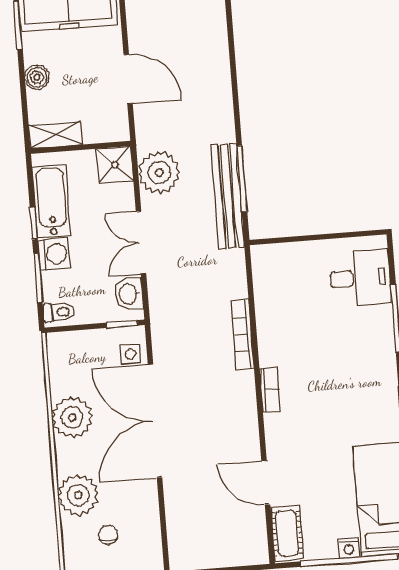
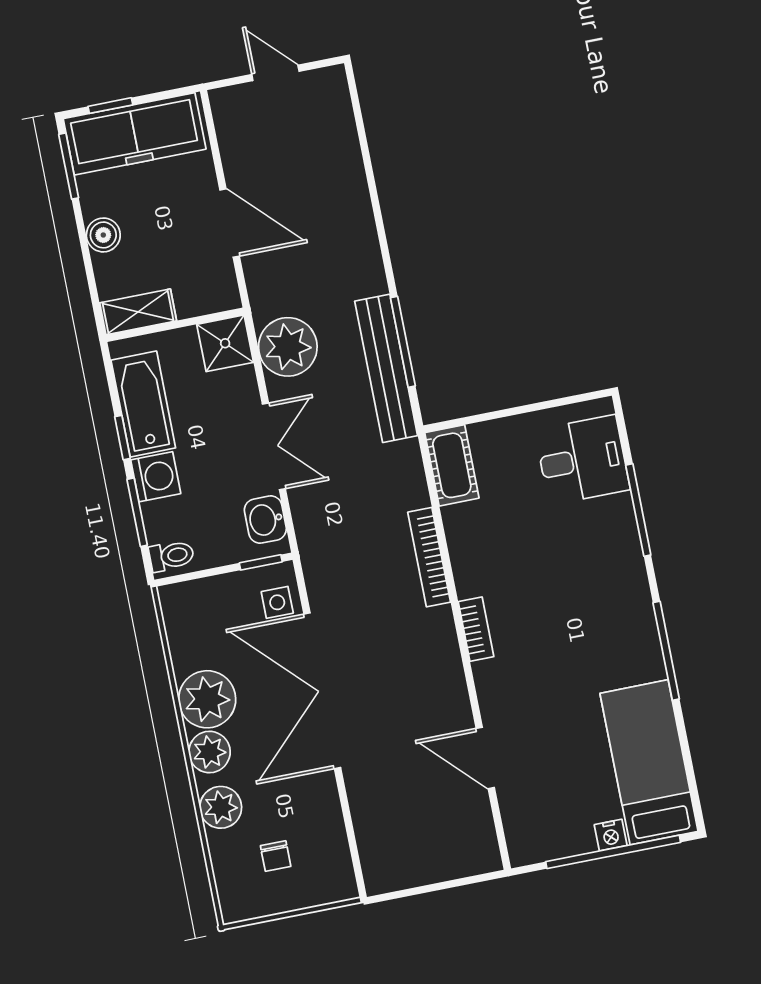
double door: (141, 242) -> (274, 446), swing flipped
plant: (69, 455) -> (209, 752), added
plant: (78, 495) -> (221, 807), width x0.73, depth x0.73
cot: (287, 533) -> (452, 465), moved
chair: (108, 535) -> (276, 856), turned 180

